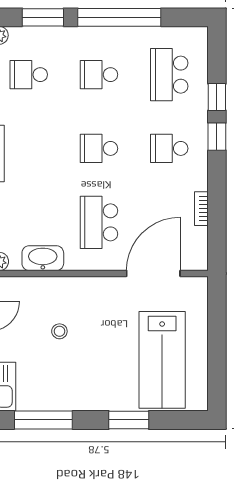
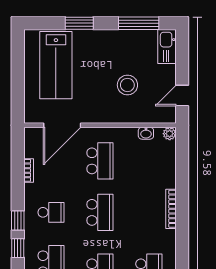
school desk: (99, 148) -> (100, 212), width x1.85
washbasin: (43, 258) -> (146, 133), width x0.52, depth x0.69
stool: (59, 331) -> (127, 85), width x1.89, depth x1.89
lab bench: (162, 360) -> (56, 65), turned 180

